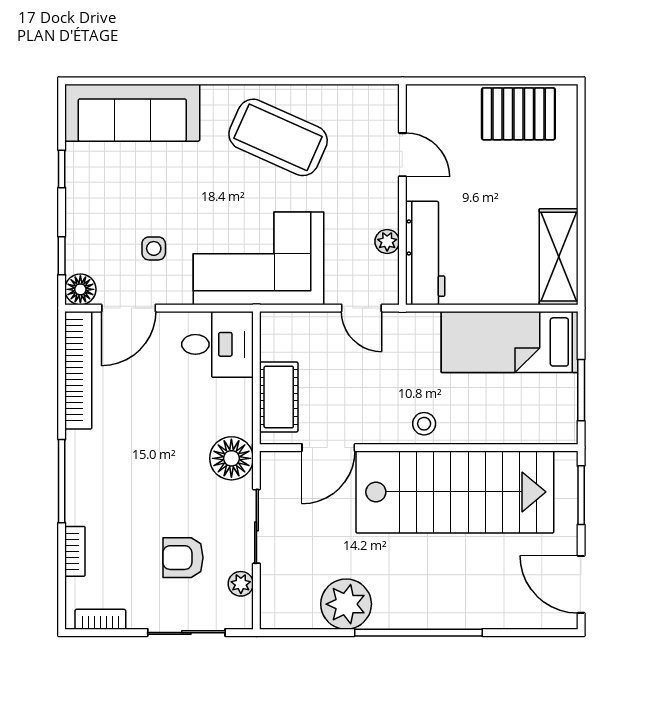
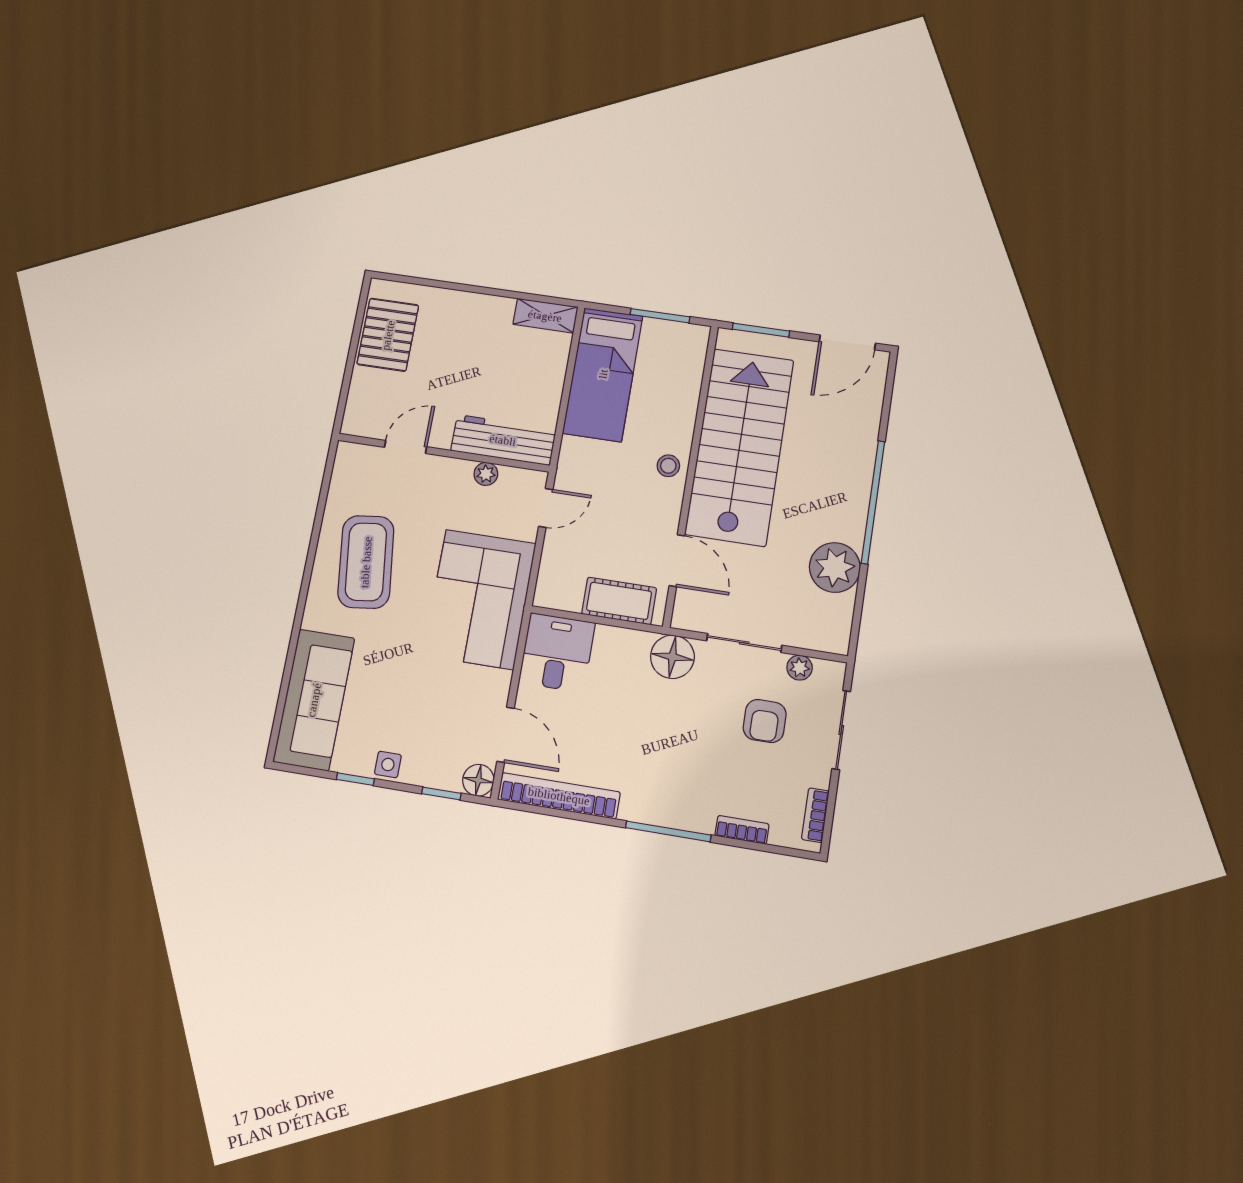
coffee table: (278, 137) -> (366, 562), turned -31
side table: (154, 248) -> (388, 765), moved
shelving: (559, 257) -> (545, 316), width x0.67, depth x0.75

